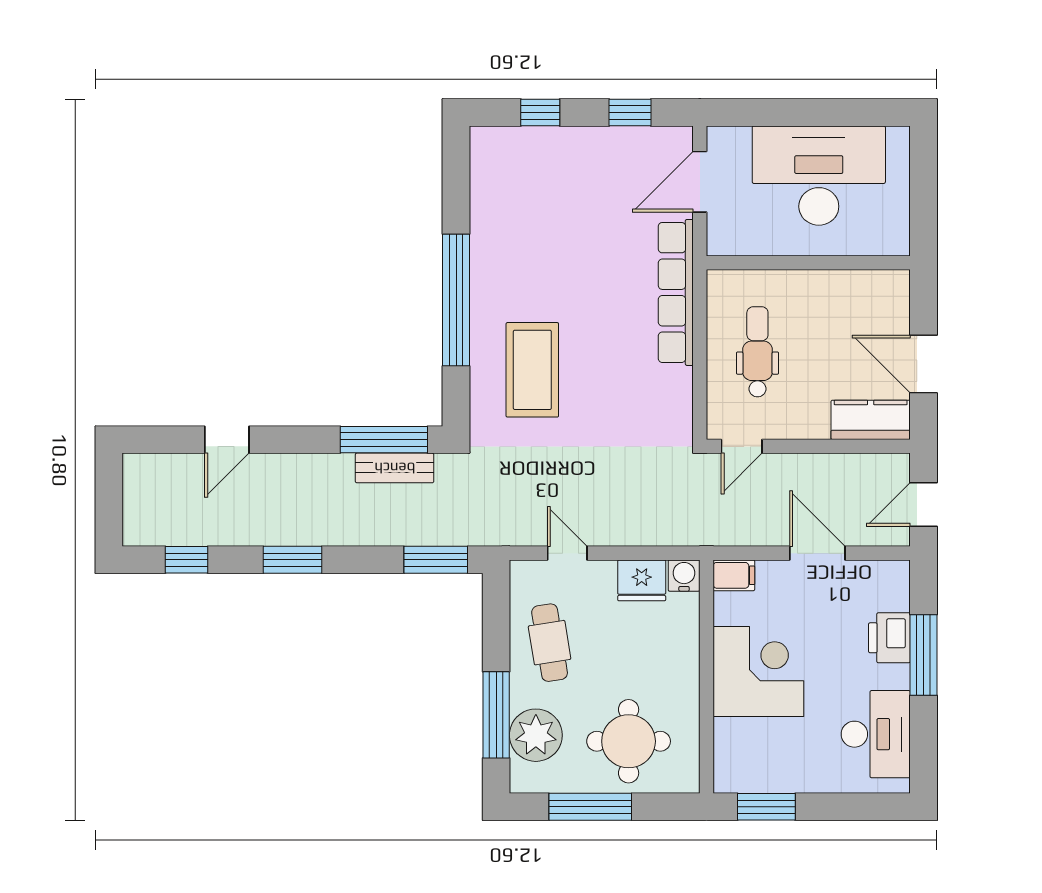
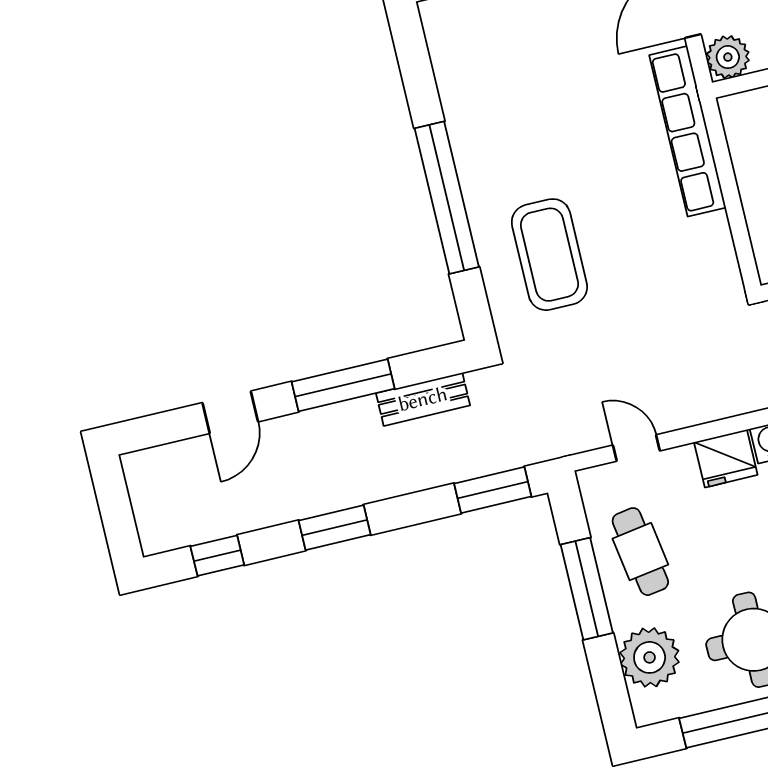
plant: (725, 237) -> (728, 57), added
window: (384, 440) -> (343, 385), moved
window: (496, 715) -> (587, 589), moved

